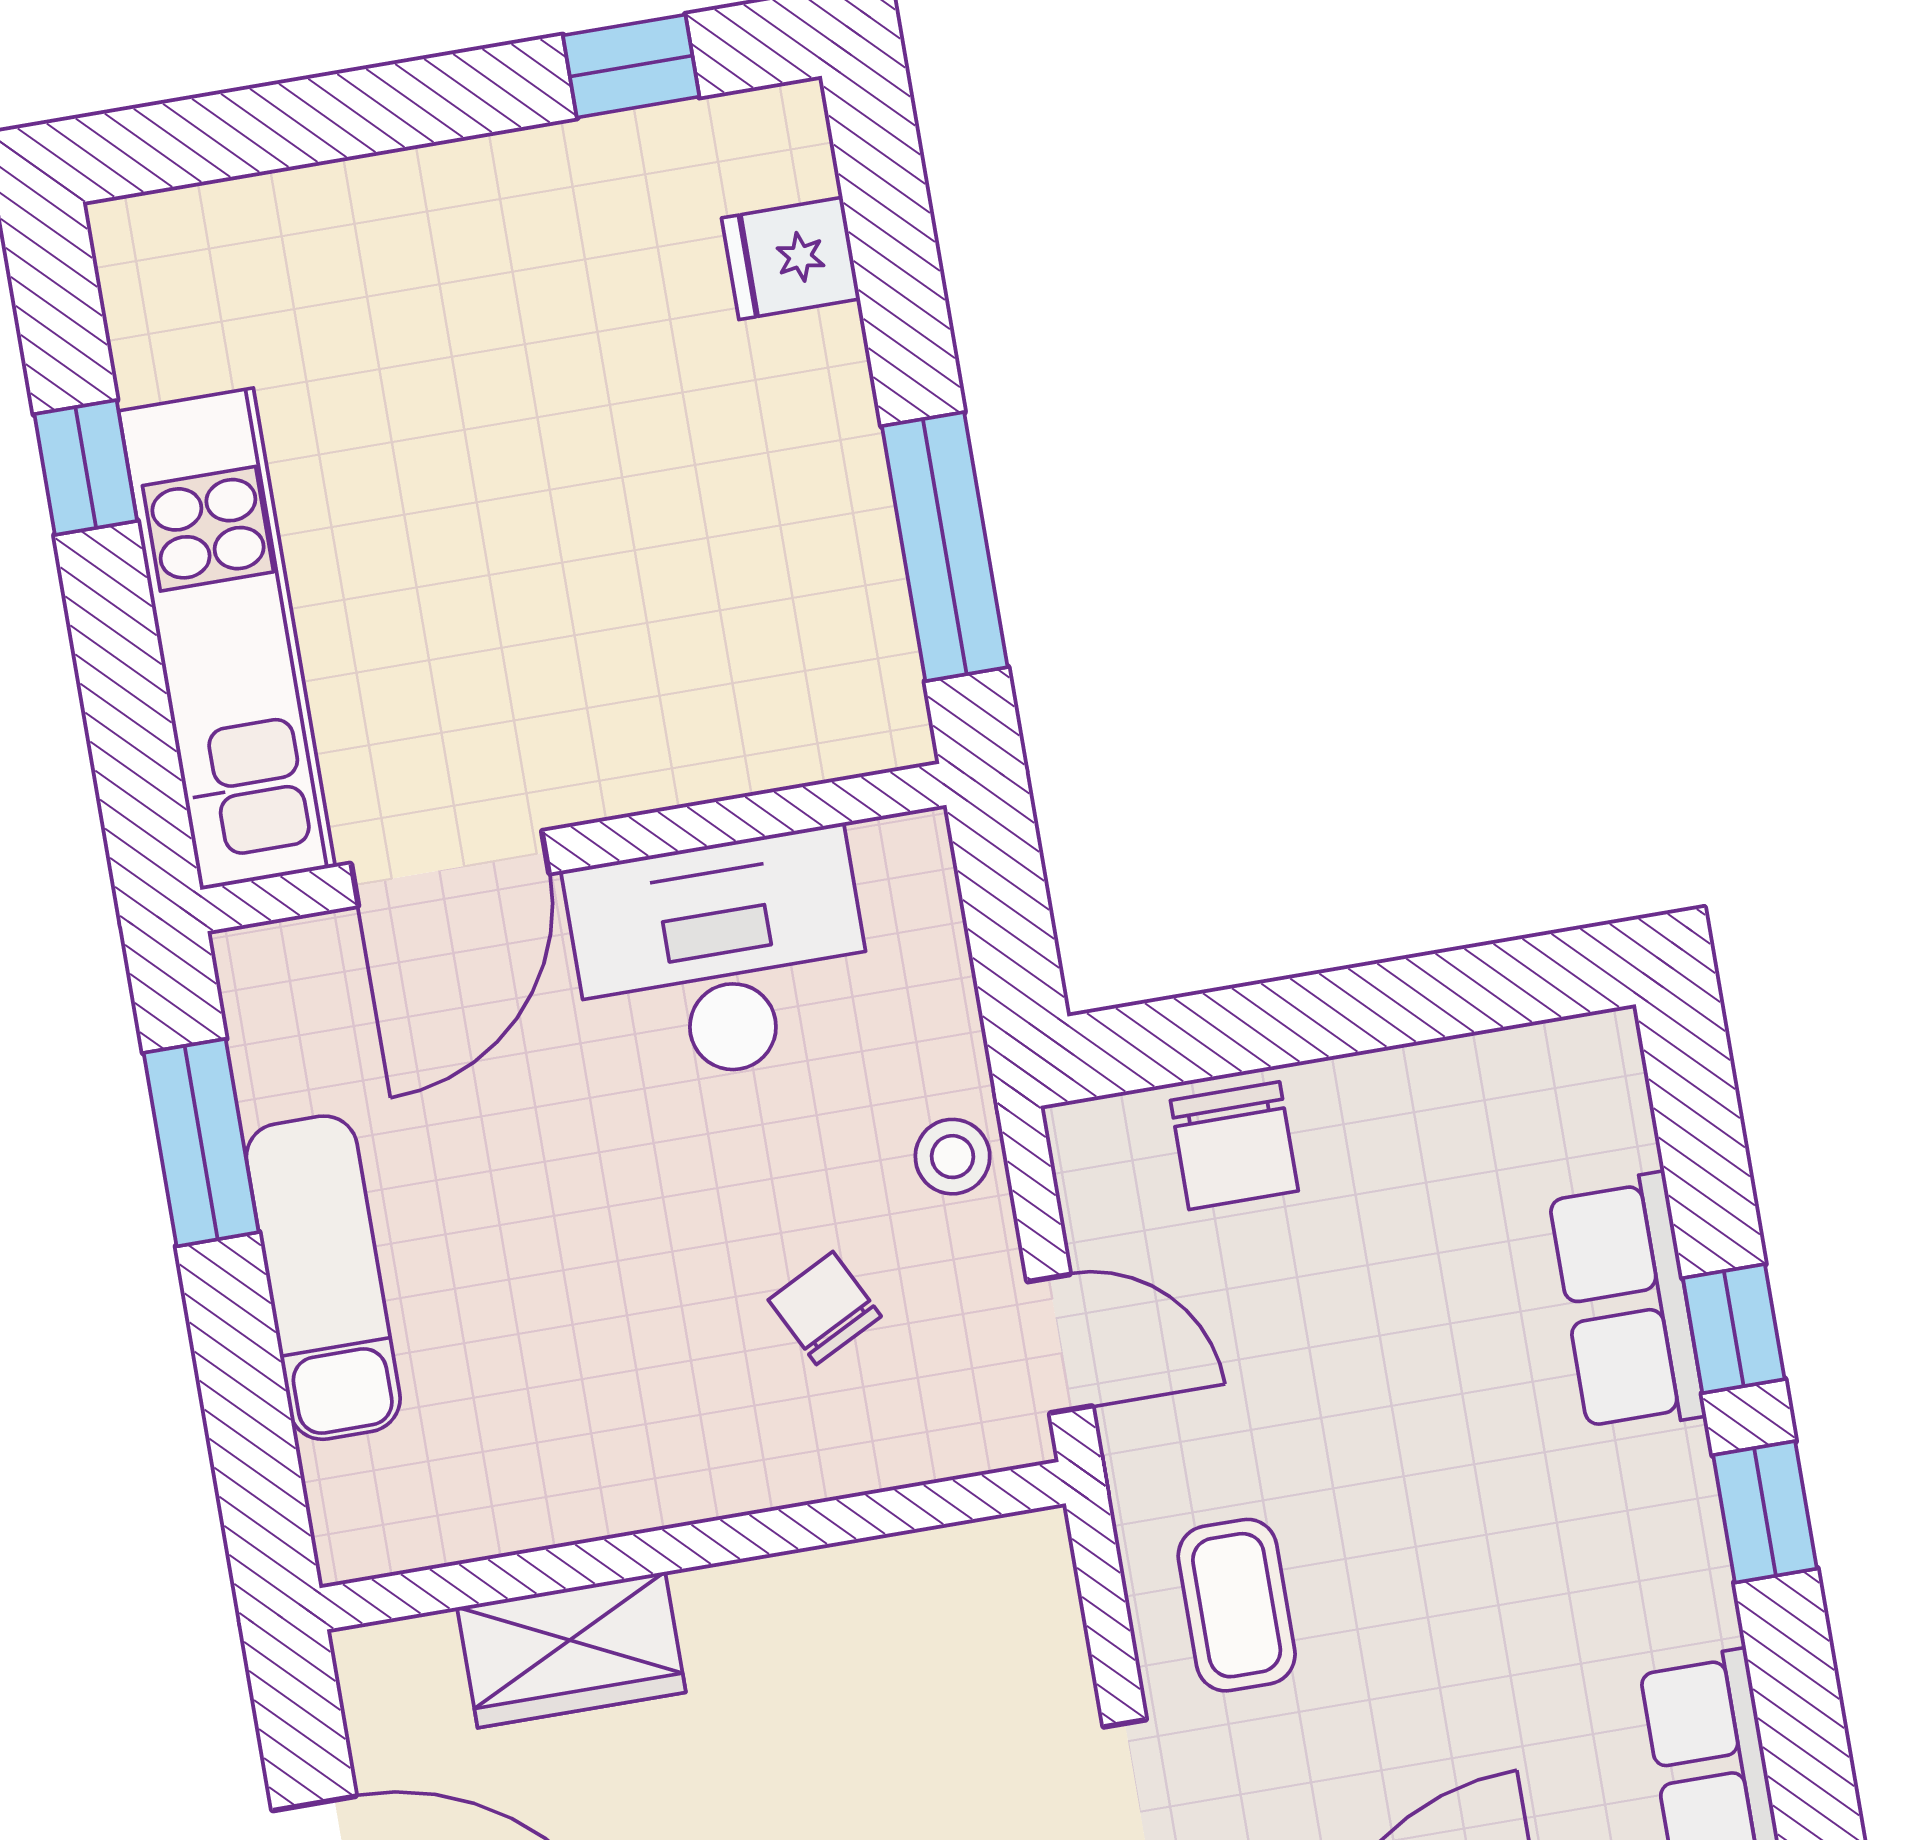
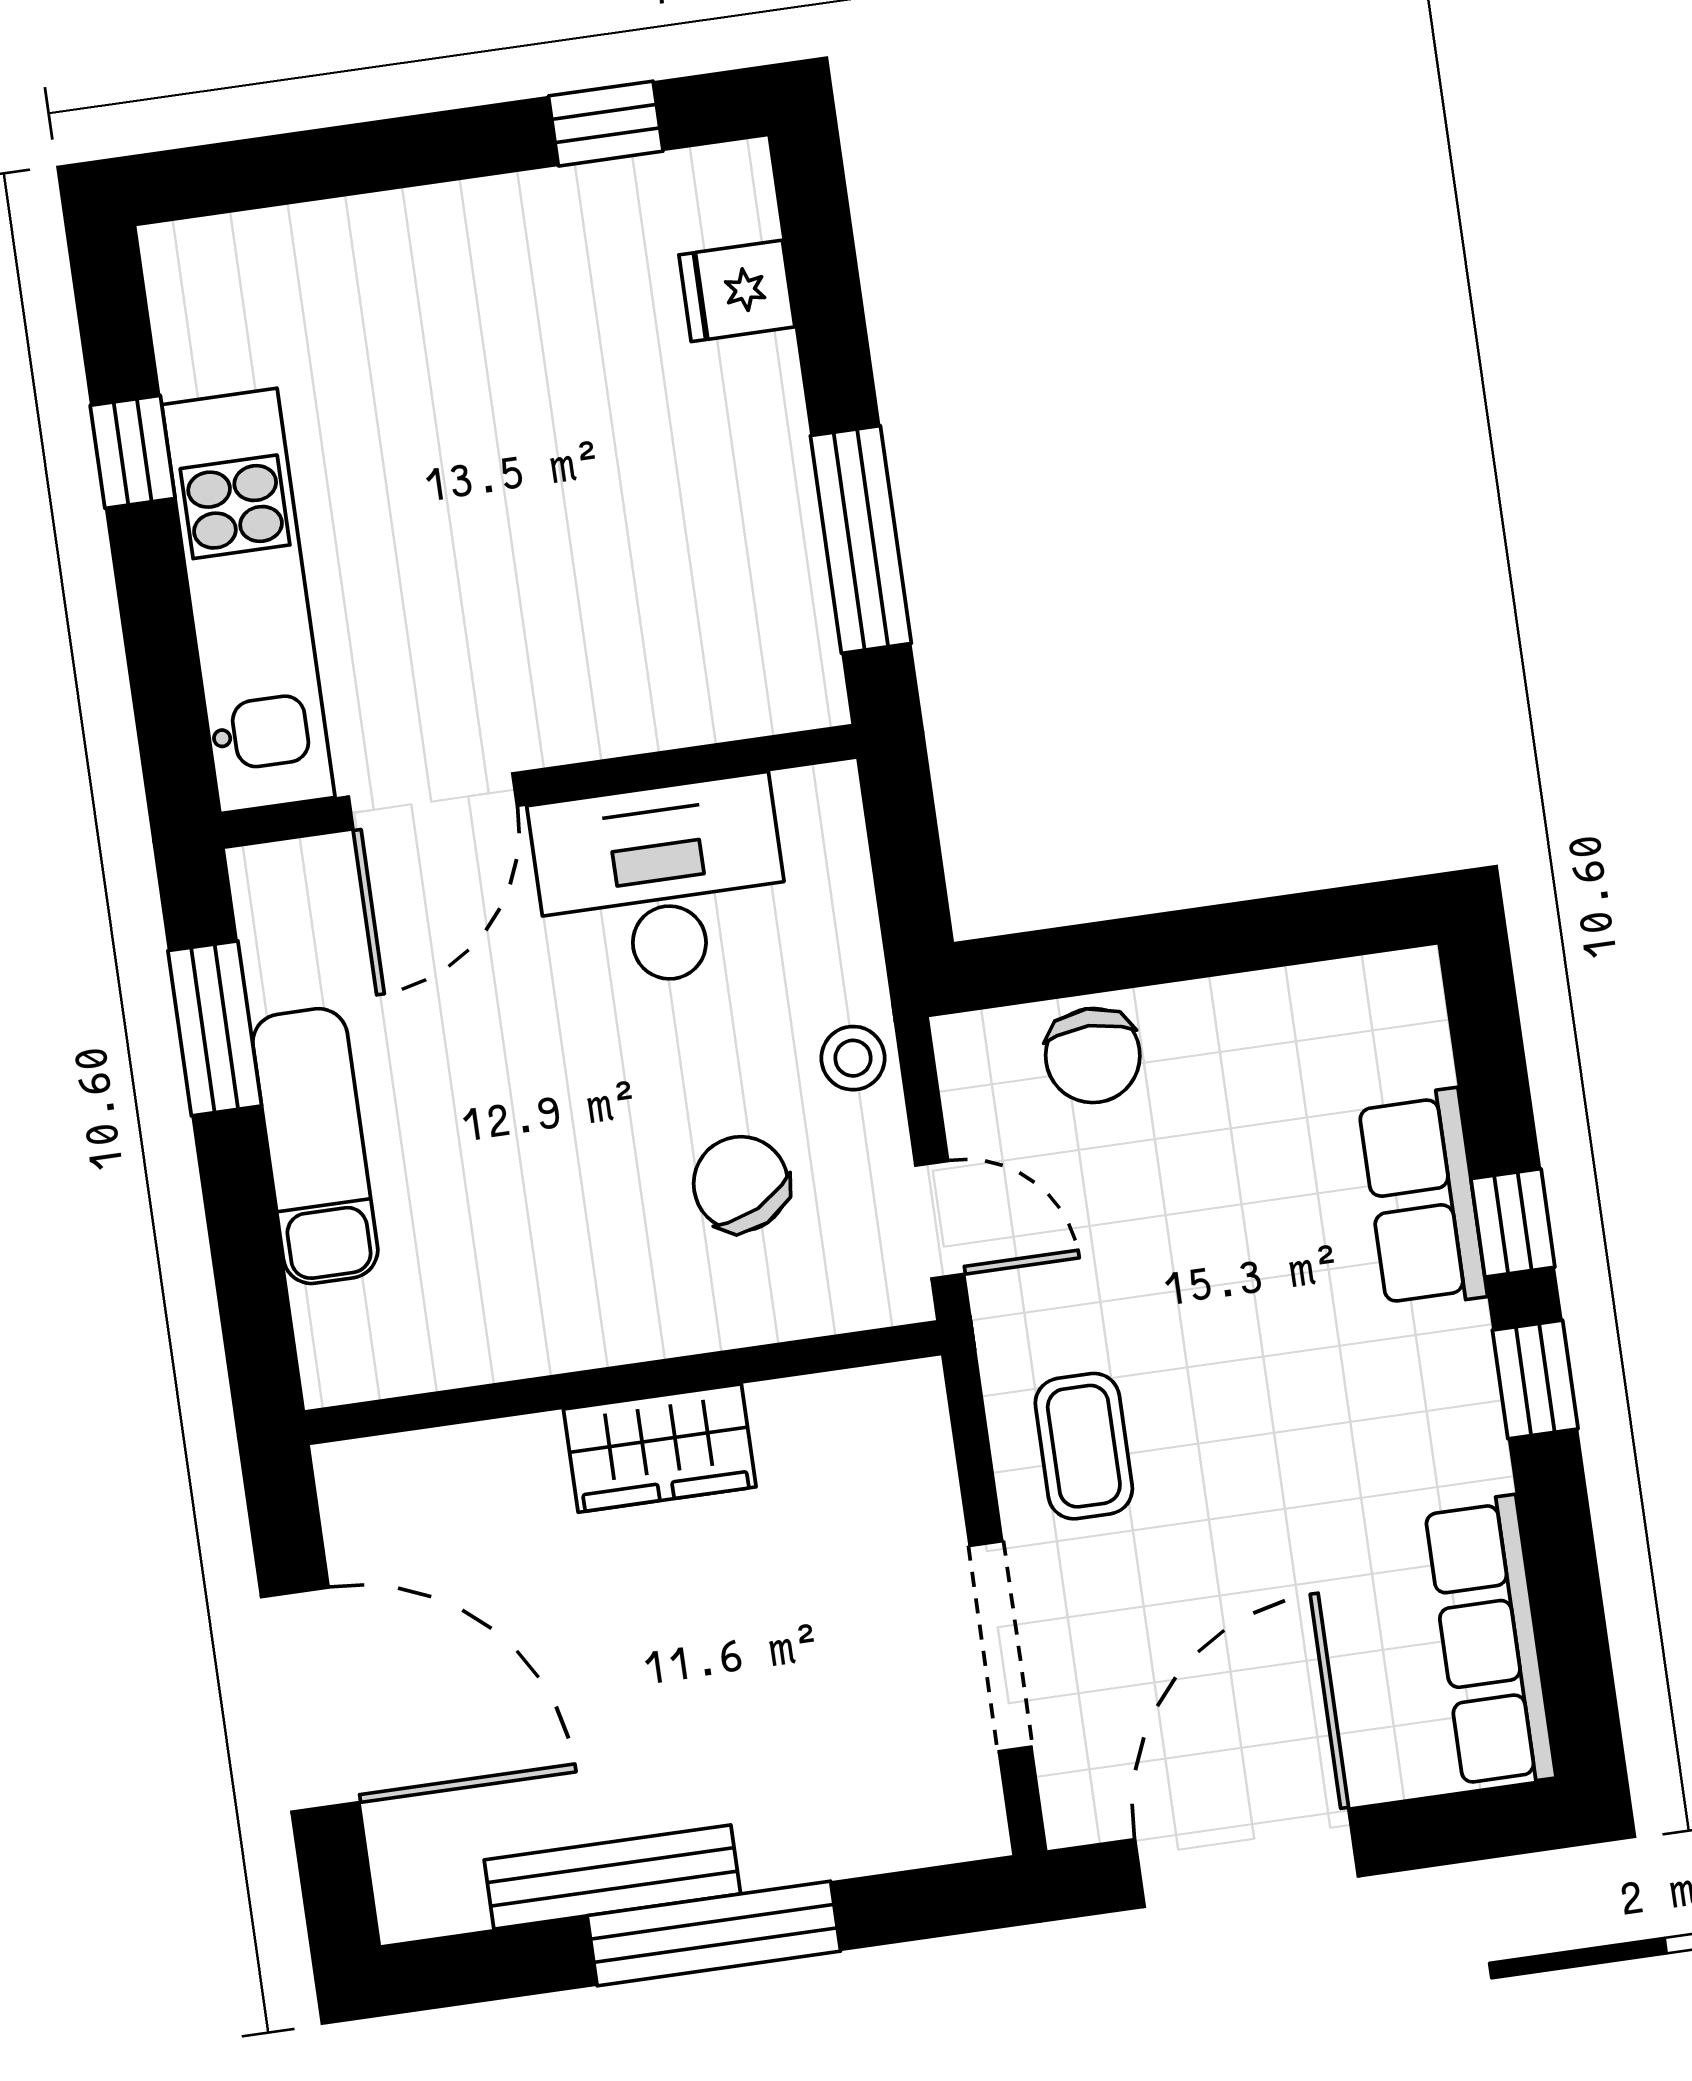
chair: (825, 1308) -> (741, 1184), width x1.37, depth x1.37
wardrobe: (571, 1650) -> (660, 1448), moved

